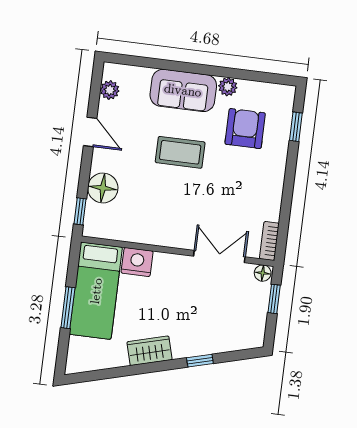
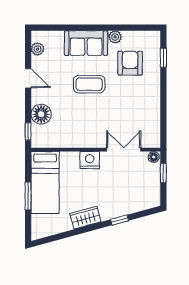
bookcase: (269, 241) -> (155, 135), removed
nightstand: (137, 262) -> (90, 160), moved

